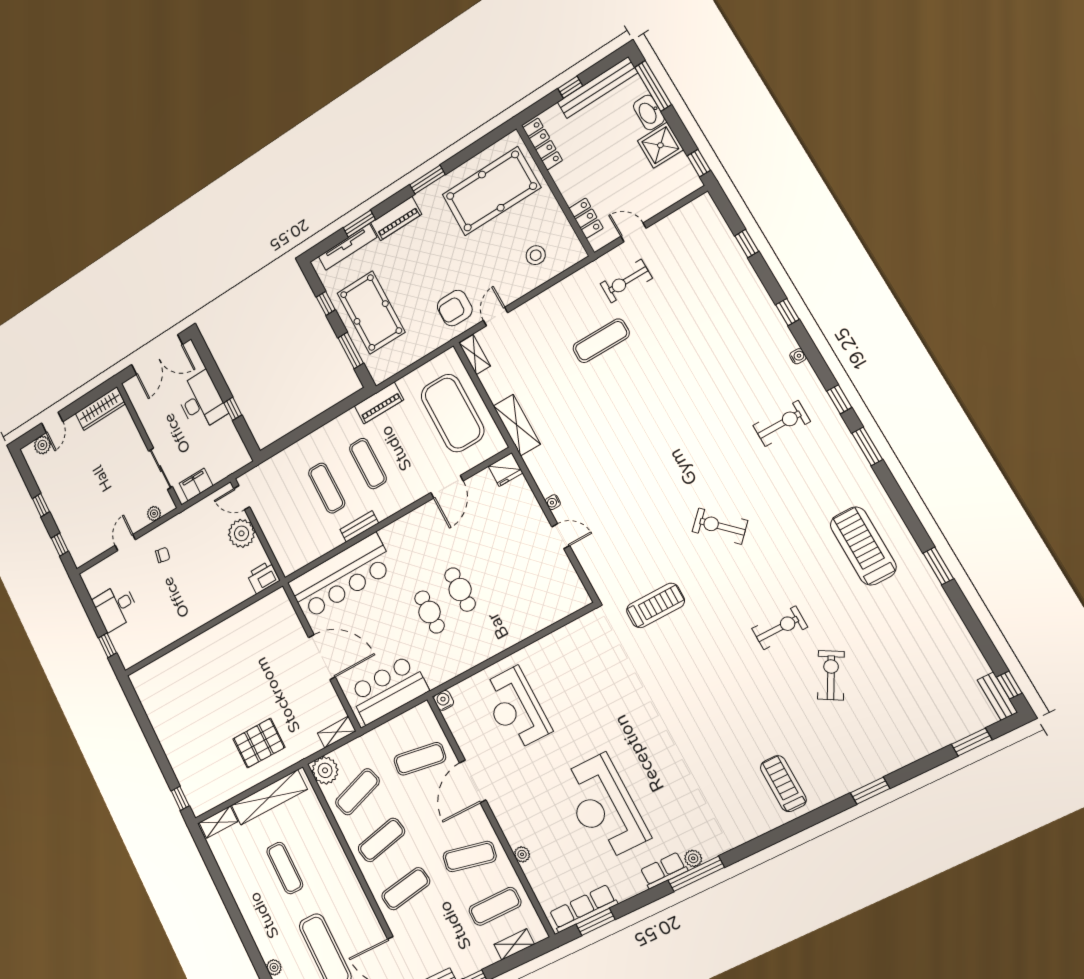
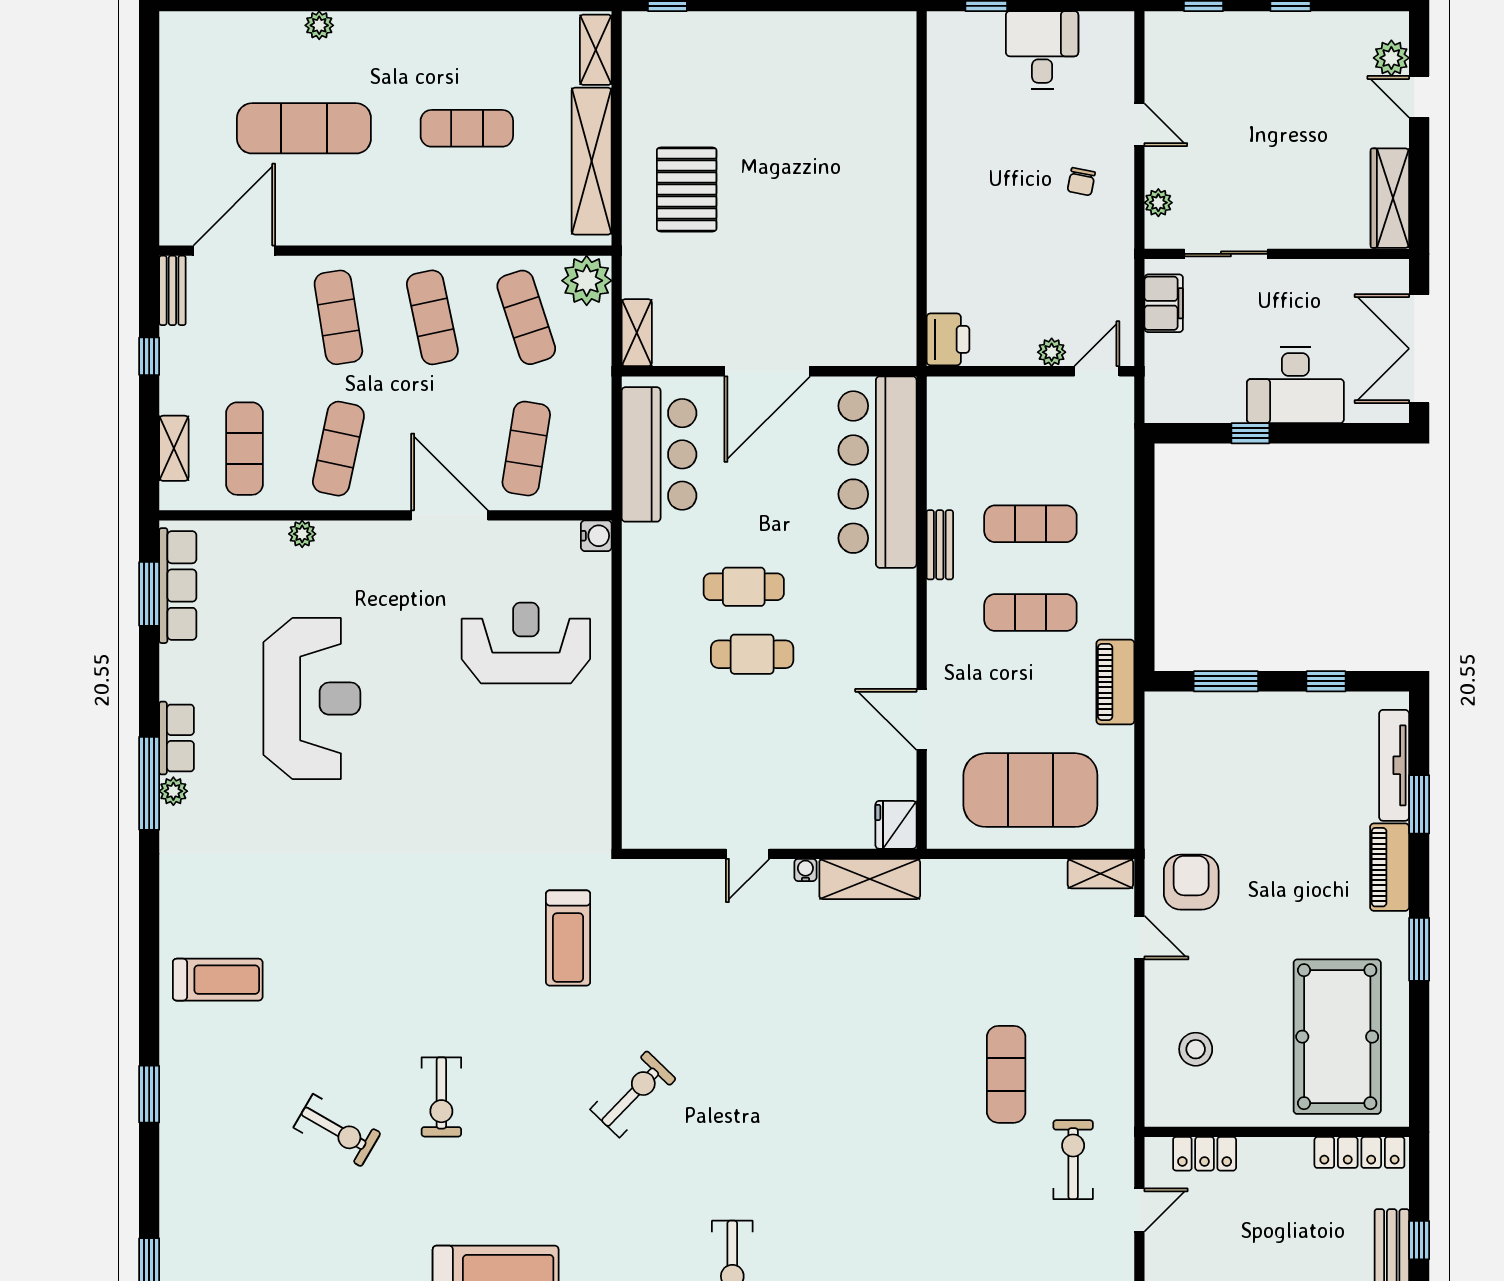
pool table: (371, 312) -> (1266, 747), removed
shelving: (517, 425) -> (870, 879), moved
plant: (241, 533) -> (1052, 352), width x0.53, depth x0.53
reception desk: (604, 807) -> (312, 699), turned 90

